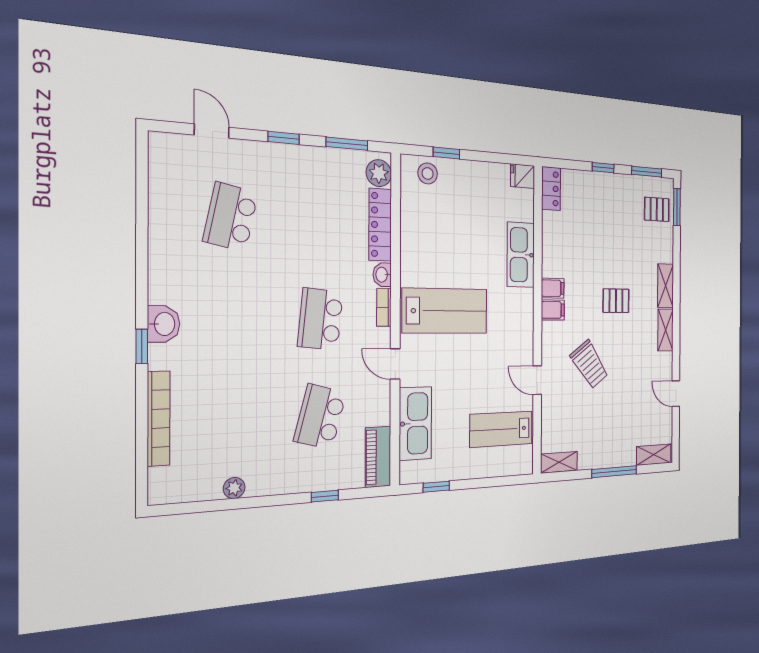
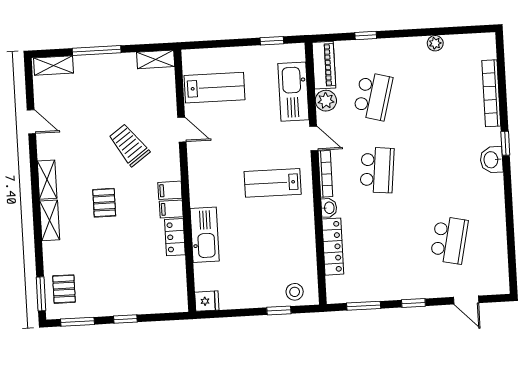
plant: (379, 173) -> (326, 101), moved
locker: (551, 189) -> (175, 237), moved
pallet: (657, 209) -> (64, 289), turned 90
pallet: (616, 301) -> (104, 203), turned 90
bookcase: (384, 307) -> (325, 174), width x1.56
lab bench: (445, 311) -> (273, 183), width x0.73, depth x0.72

